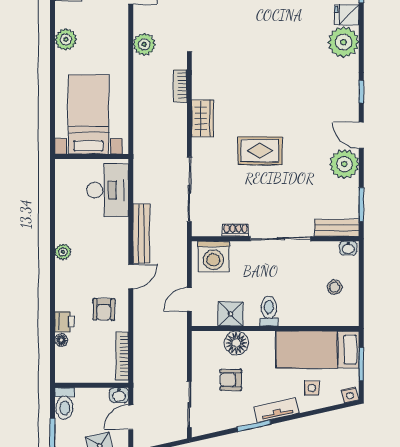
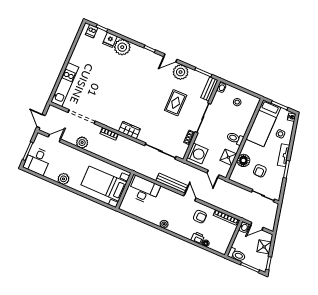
rug: (260, 151) -> (176, 103), moved
door: (131, 417) -> (257, 226), hinge flipped

